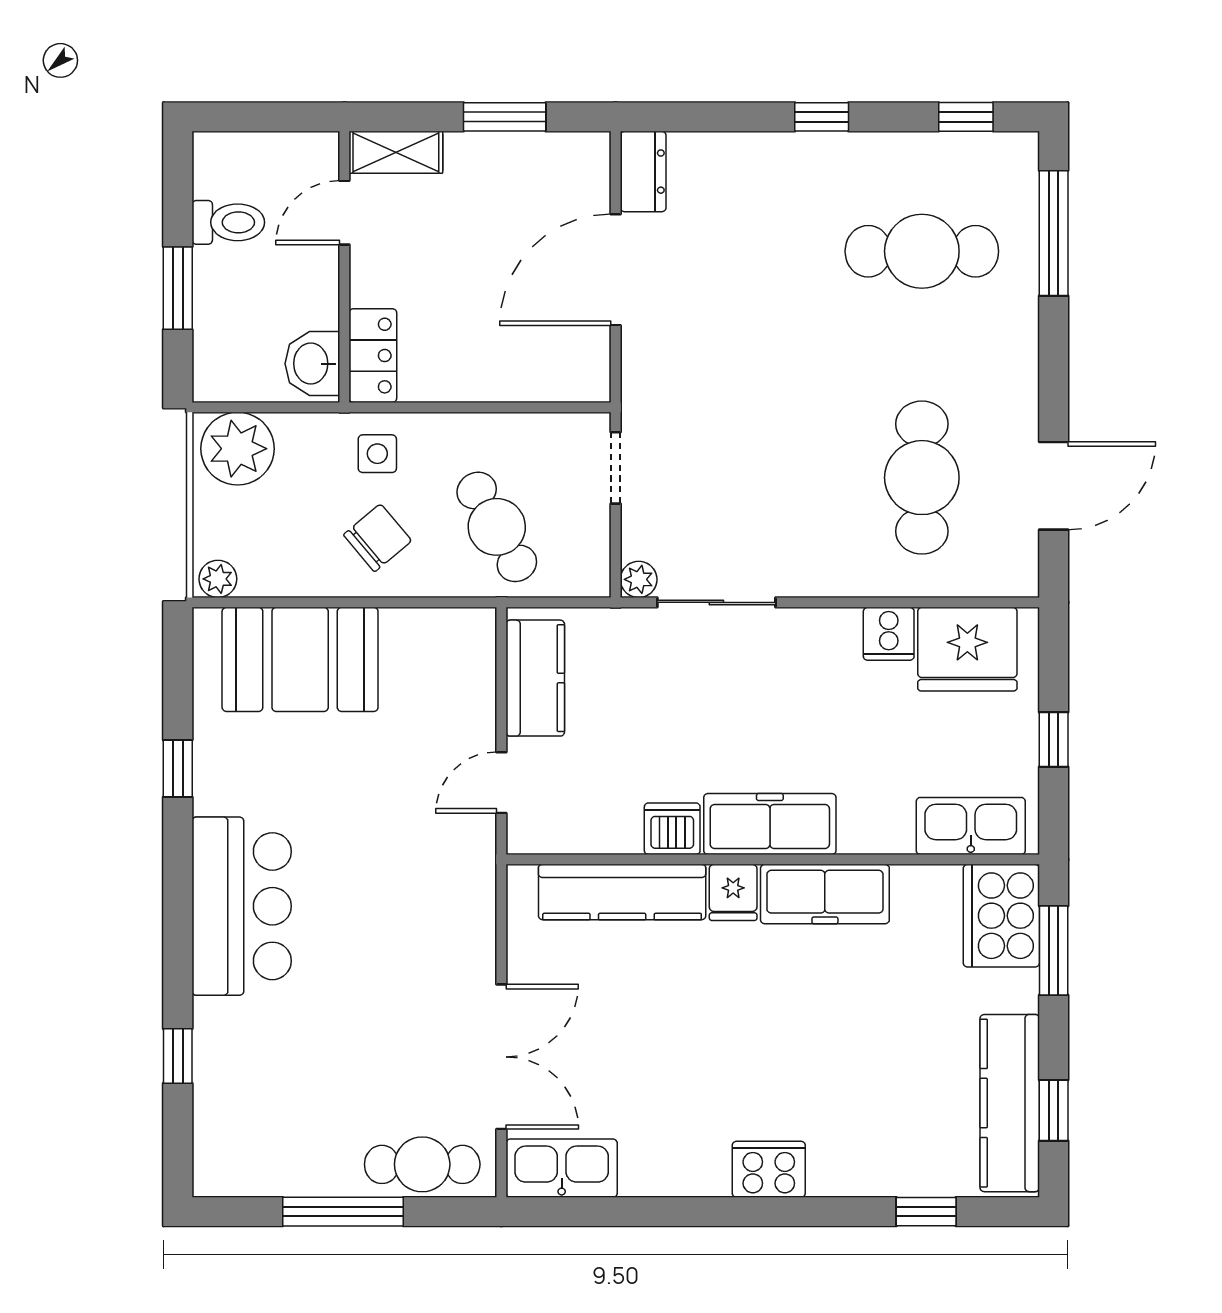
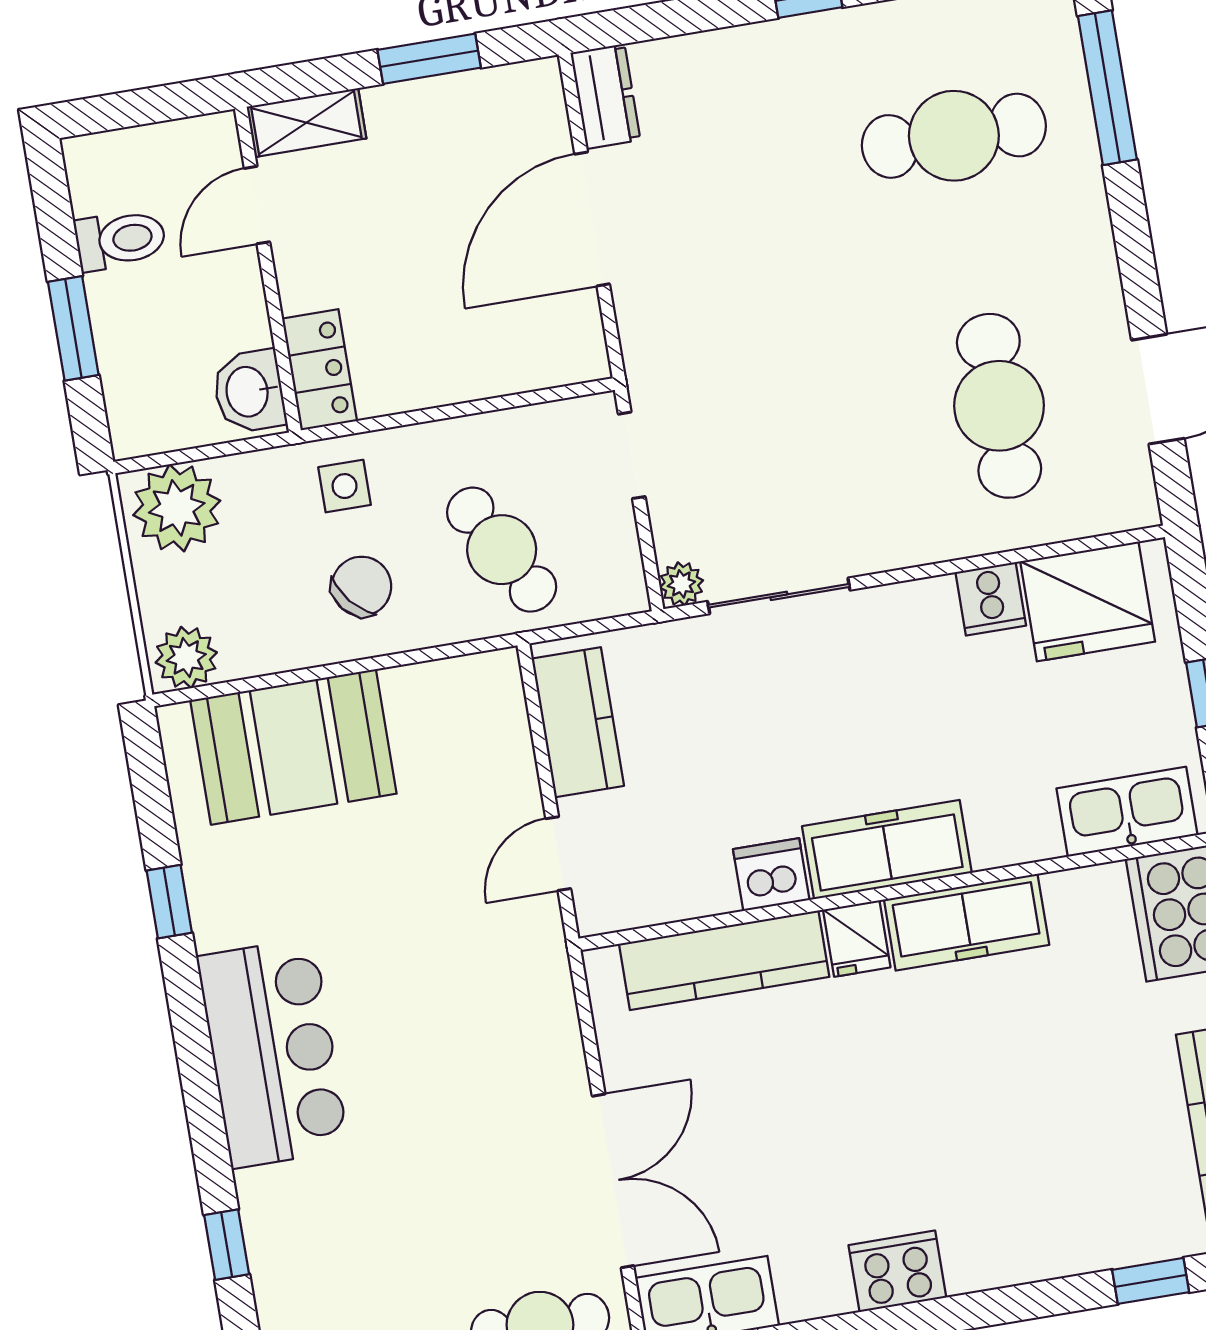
plant: (218, 579) -> (186, 657), width x1.38, depth x1.38
cooker: (769, 1169) -> (897, 1271), moved

